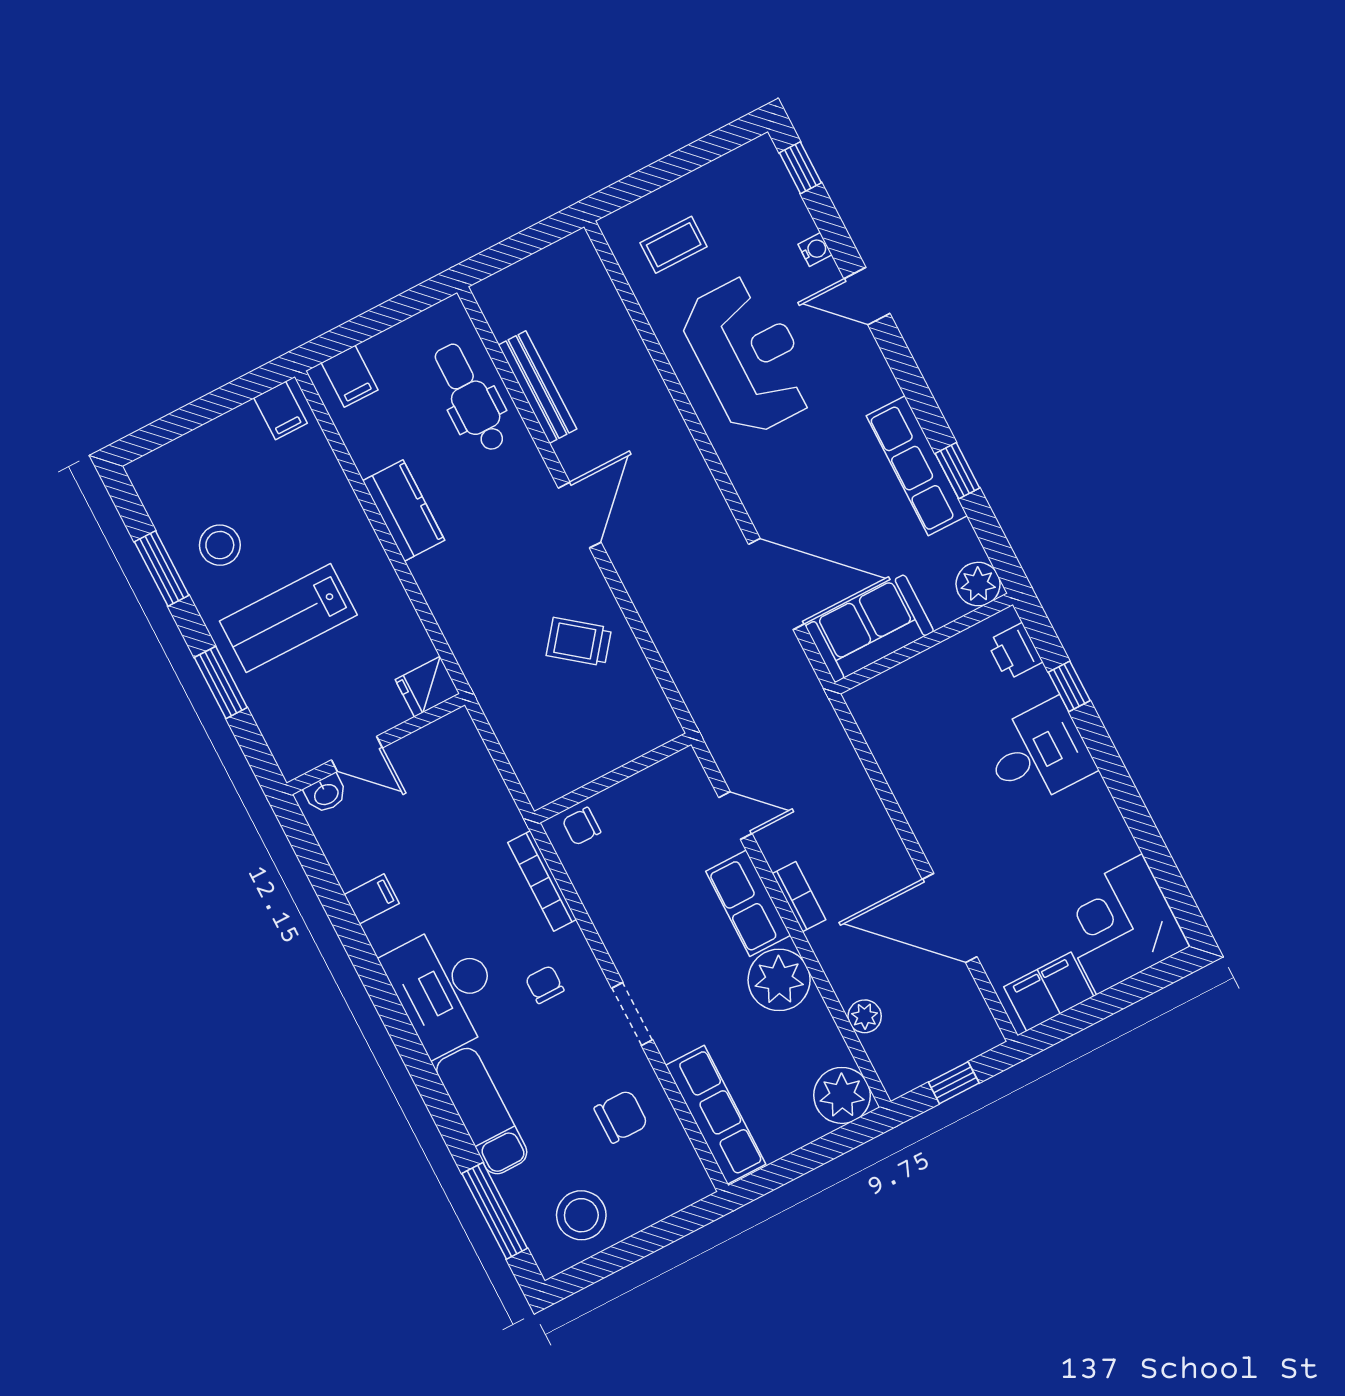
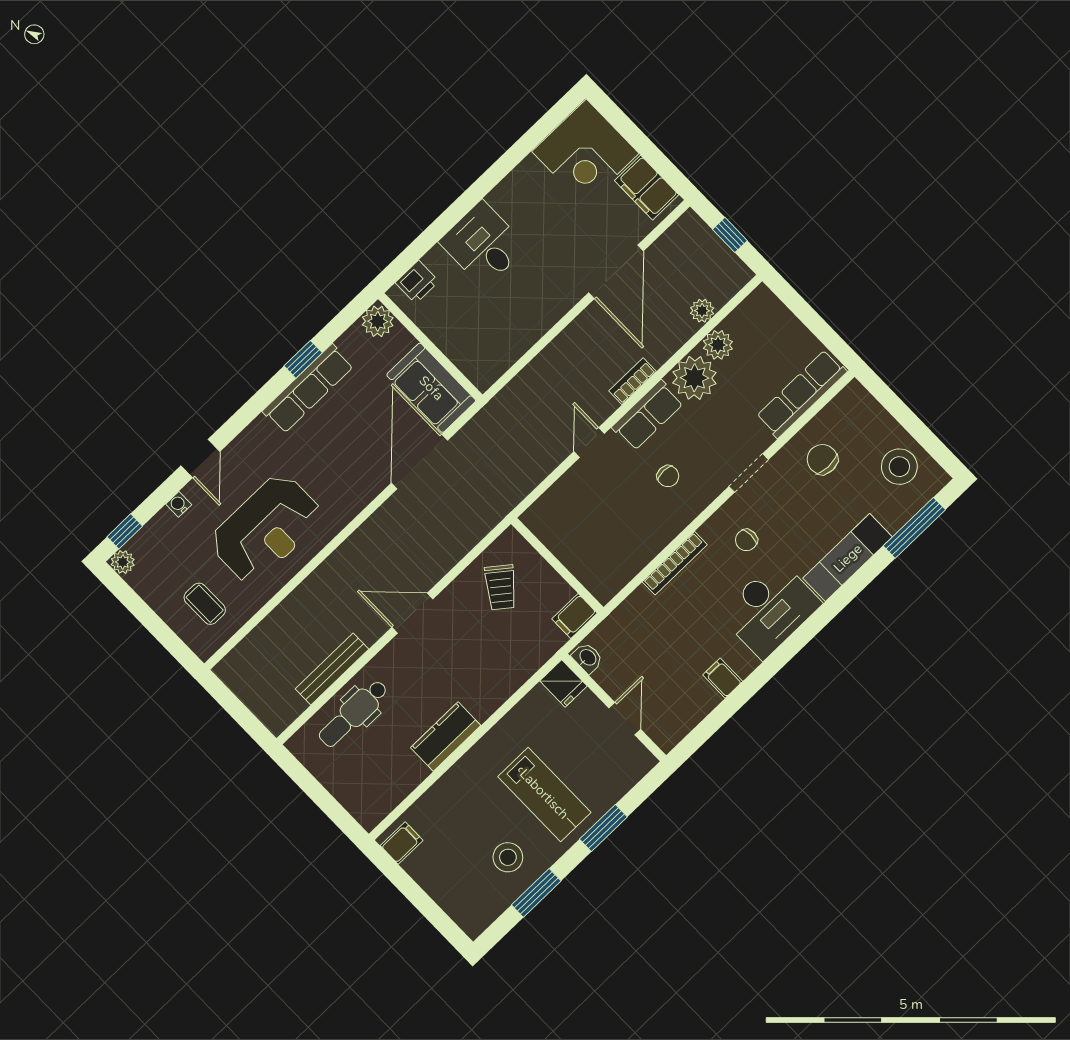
plant: (761, 153) -> (123, 562), added
reception desk: (749, 355) -> (266, 529), turned 180
filing cabinet: (350, 376) -> (574, 616), moved, turned 180
window: (1069, 686) -> (430, 237), removed
wall: (613, 778) -> (557, 566), moved
washbasin: (326, 794) -> (587, 658), moved
chair: (581, 826) -> (668, 476), moved
plant: (842, 1095) -> (718, 345), moved, width x0.73, depth x0.73

